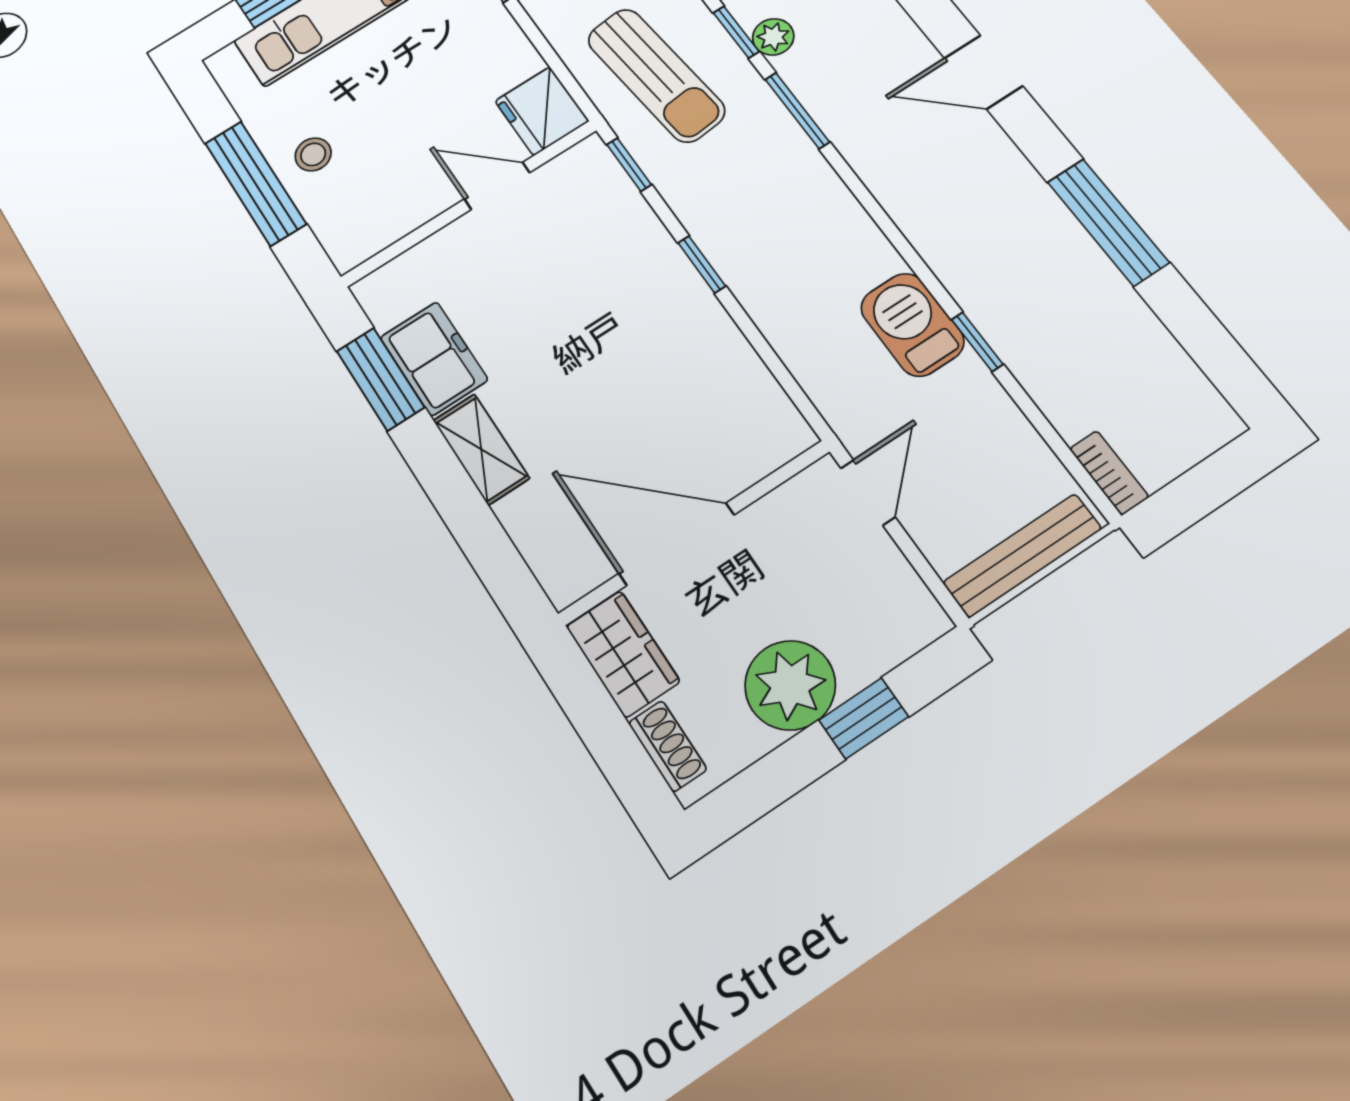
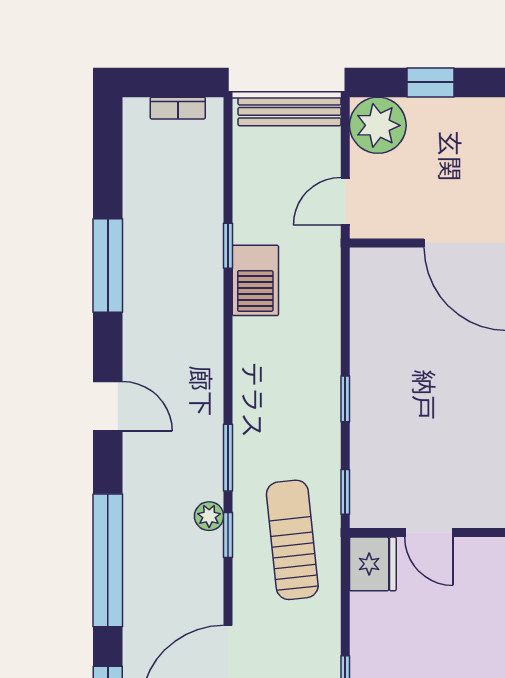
bookcase: (1109, 473) -> (178, 108), moved, turned -90
plant: (790, 685) -> (378, 125), moved

